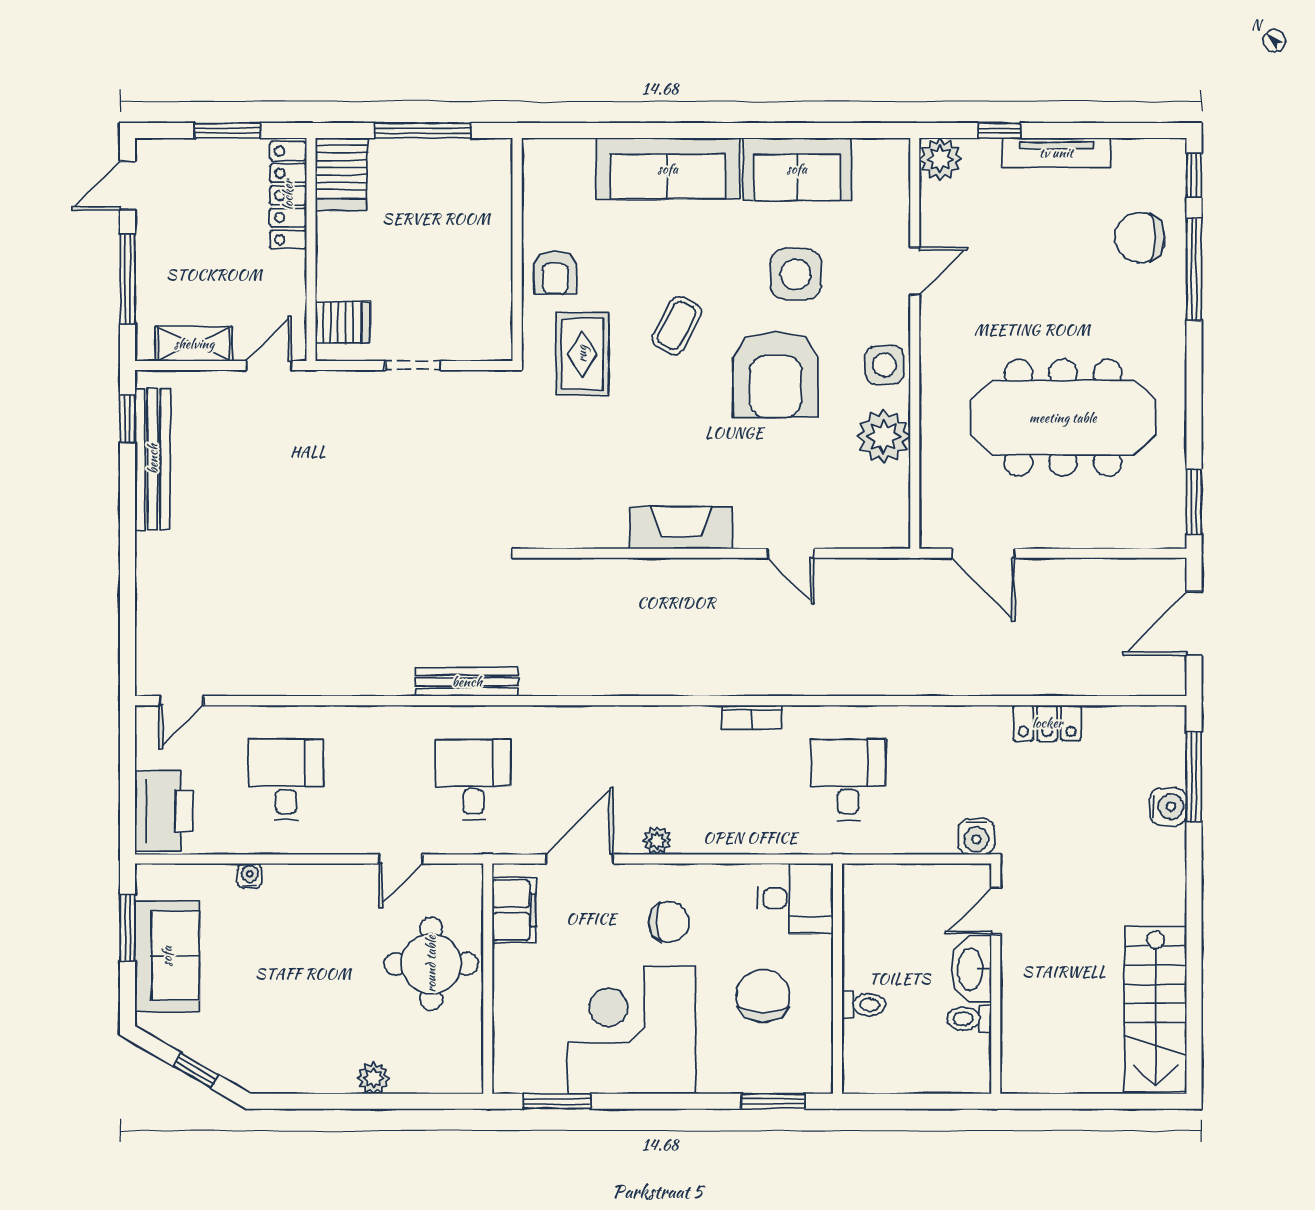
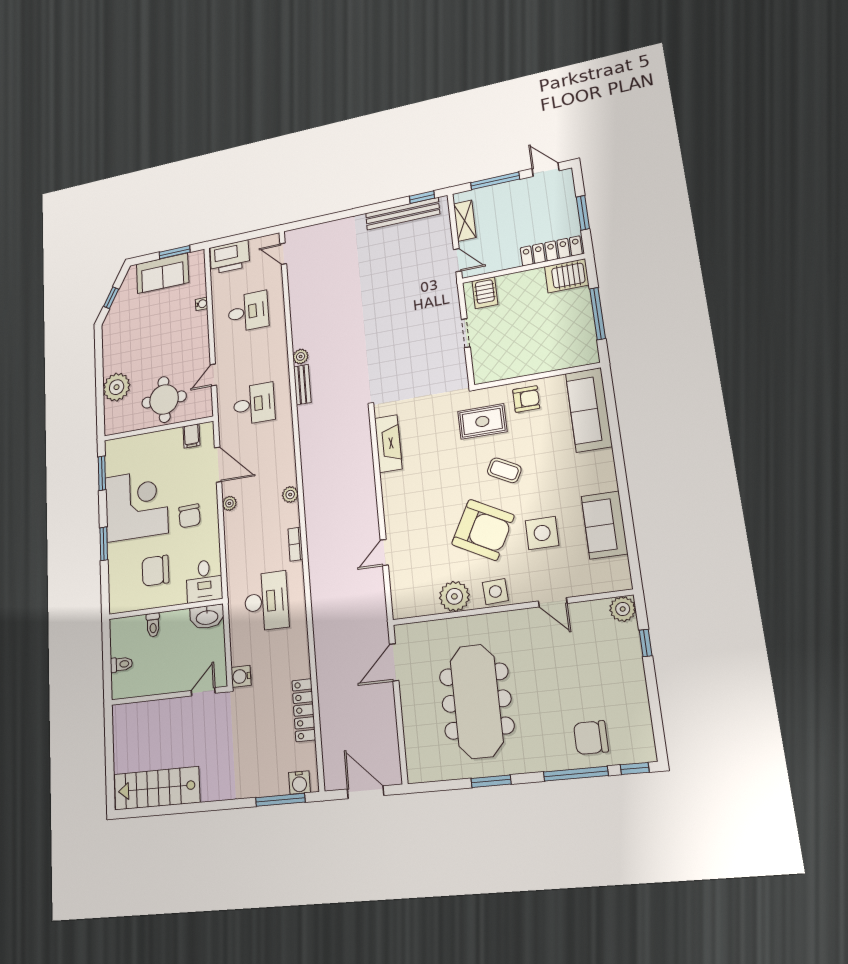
tv unit: (1056, 153) -> (637, 680), removed
sofa: (668, 169) -> (589, 410), moved
chair: (1140, 238) -> (591, 738), turned -90
armchair: (555, 273) -> (526, 399), turned 180
armchair: (775, 375) -> (483, 530), turned -152
window: (1194, 502) -> (491, 781), moved
fireplace: (681, 528) -> (388, 444), moved
plant: (397, 681) -> (301, 356), added
bench: (467, 682) -> (302, 385), width x0.73
plant: (659, 721) -> (290, 495), added
locker: (1047, 723) -> (304, 710), width x1.53
desk: (848, 780) -> (266, 601), width x1.37
water cooler: (1168, 807) -> (299, 783), moved
door: (401, 859) -> (213, 375), hinge flipped
filing cabinet: (514, 910) -> (191, 436), width x0.50
door: (996, 911) -> (203, 692), hinge flipped
washbasin: (971, 969) -> (207, 617), moved, turned 180
chair: (763, 996) -> (155, 571), turned 180
toilet: (969, 1019) -> (121, 664), moved, turned 90
plant: (373, 1078) -> (117, 387), width x1.88, depth x1.88
window: (773, 1101) -> (104, 544), moved

